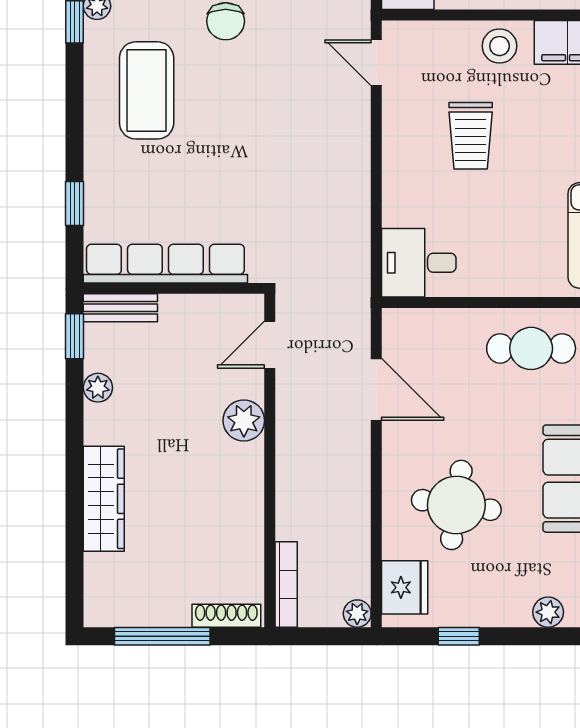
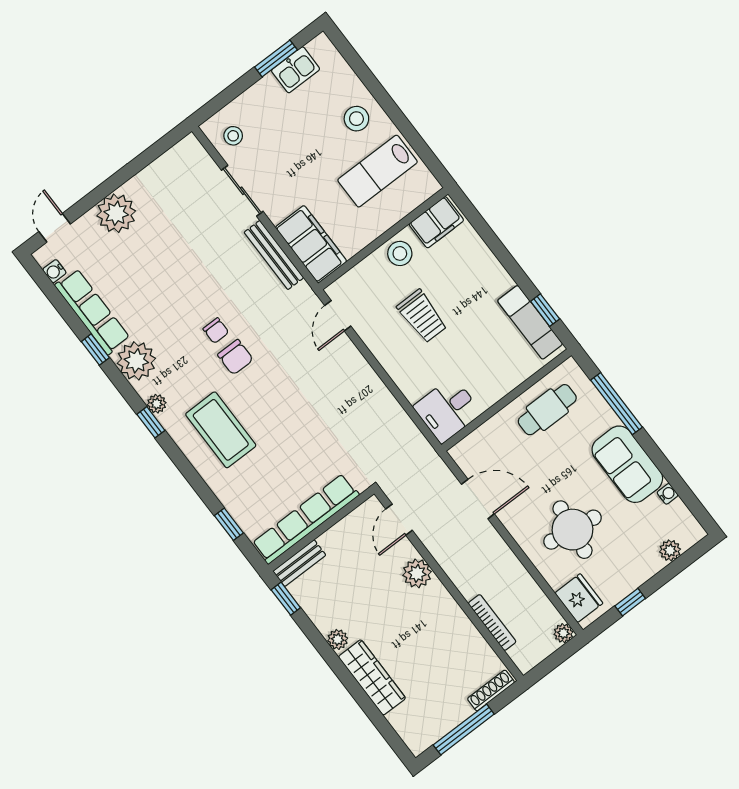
door: (376, 63) -> (338, 316), hinge flipped
plant: (98, 388) -> (338, 639), moved
bookcase: (286, 585) -> (492, 622), moved

